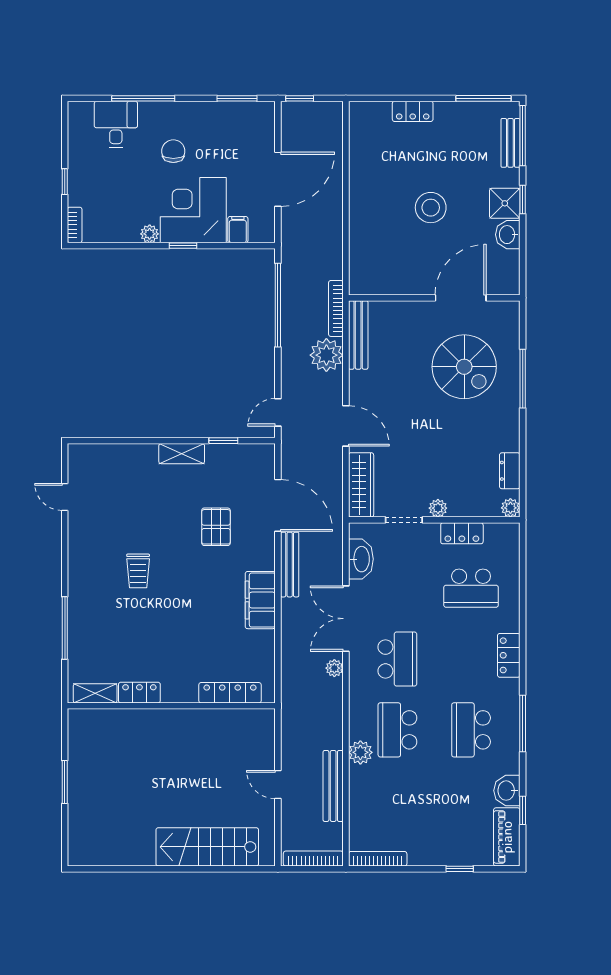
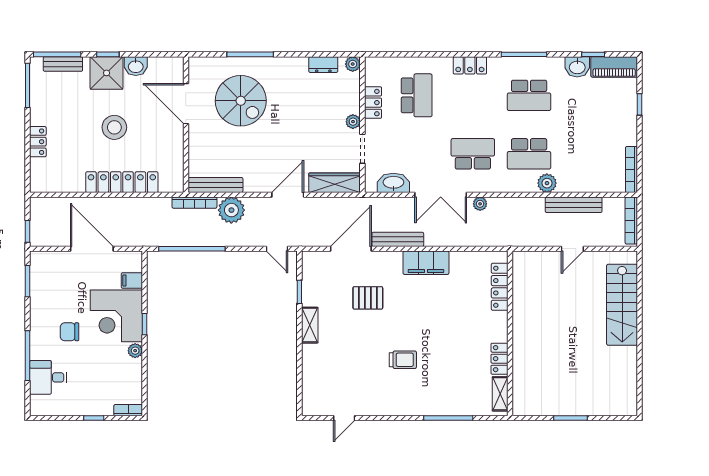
shower: (505, 203) -> (107, 73), width x1.36, depth x1.36
locker: (362, 217) -> (122, 182), added
spiral stairs: (464, 367) -> (241, 101), turned 90

